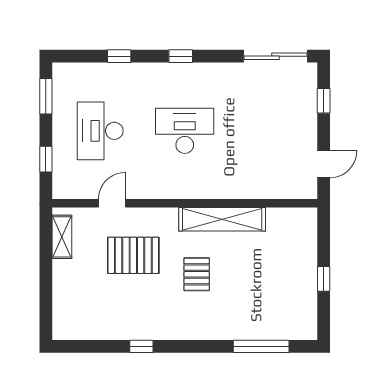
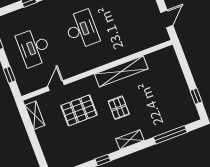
desk: (185, 131) -> (82, 29), turned 90
window: (324, 279) -> (196, 96), moved
shelving: (195, 330) -> (130, 140), added

